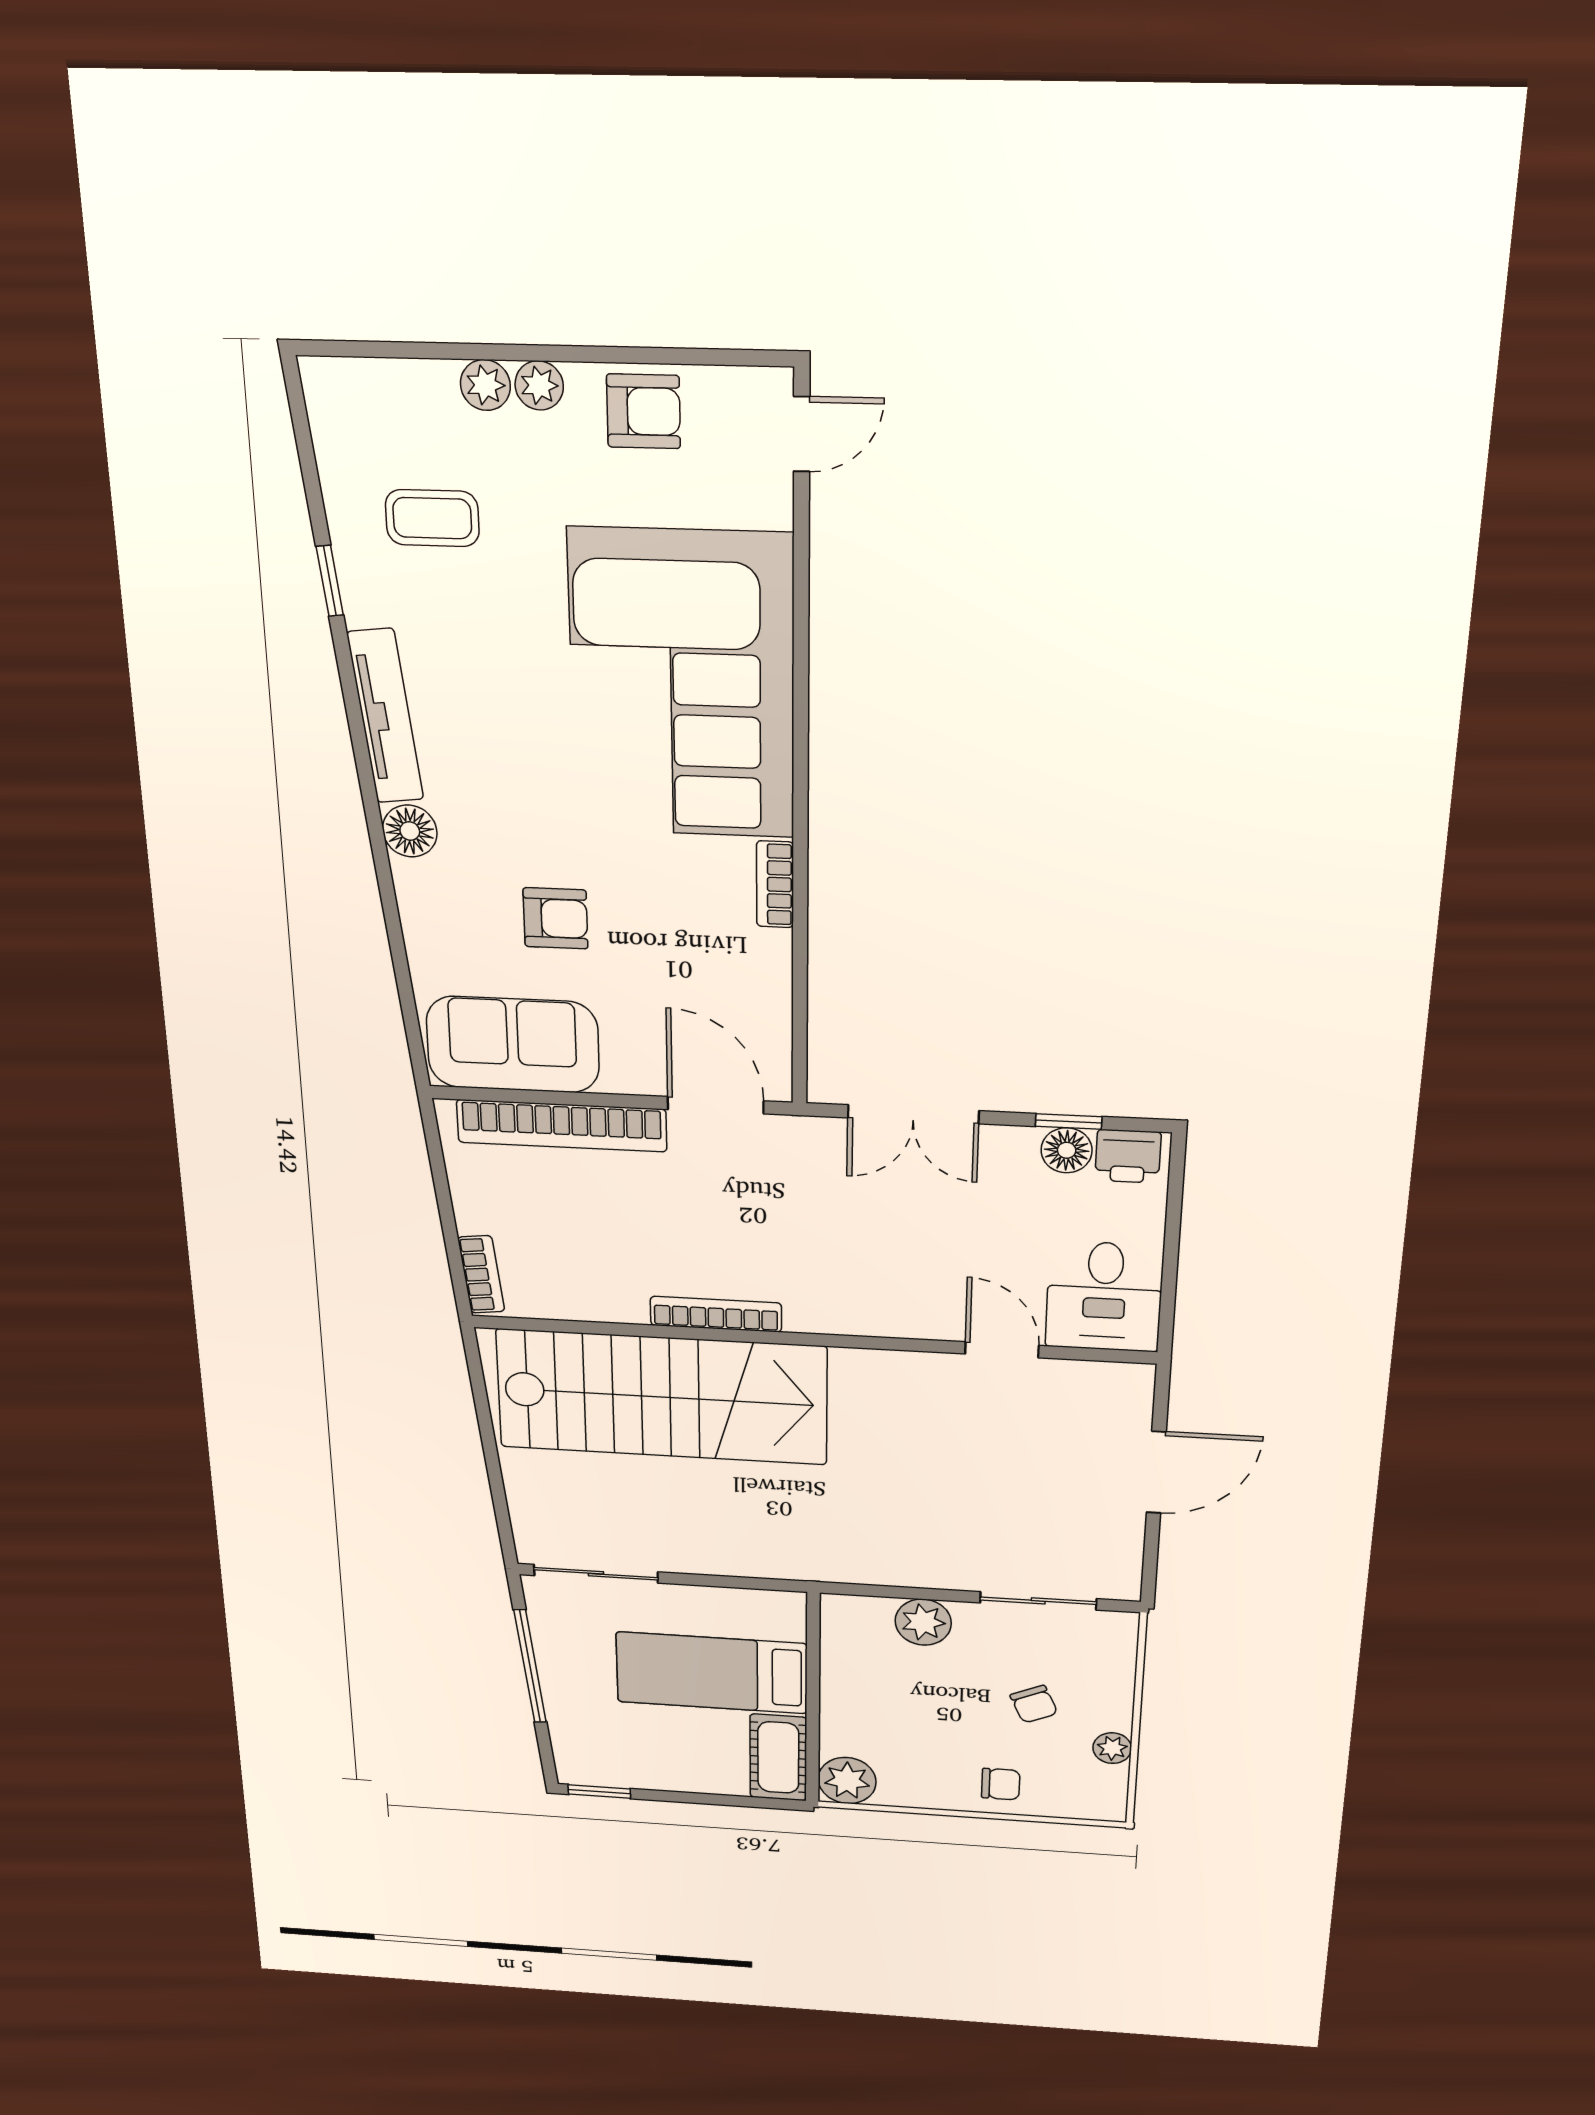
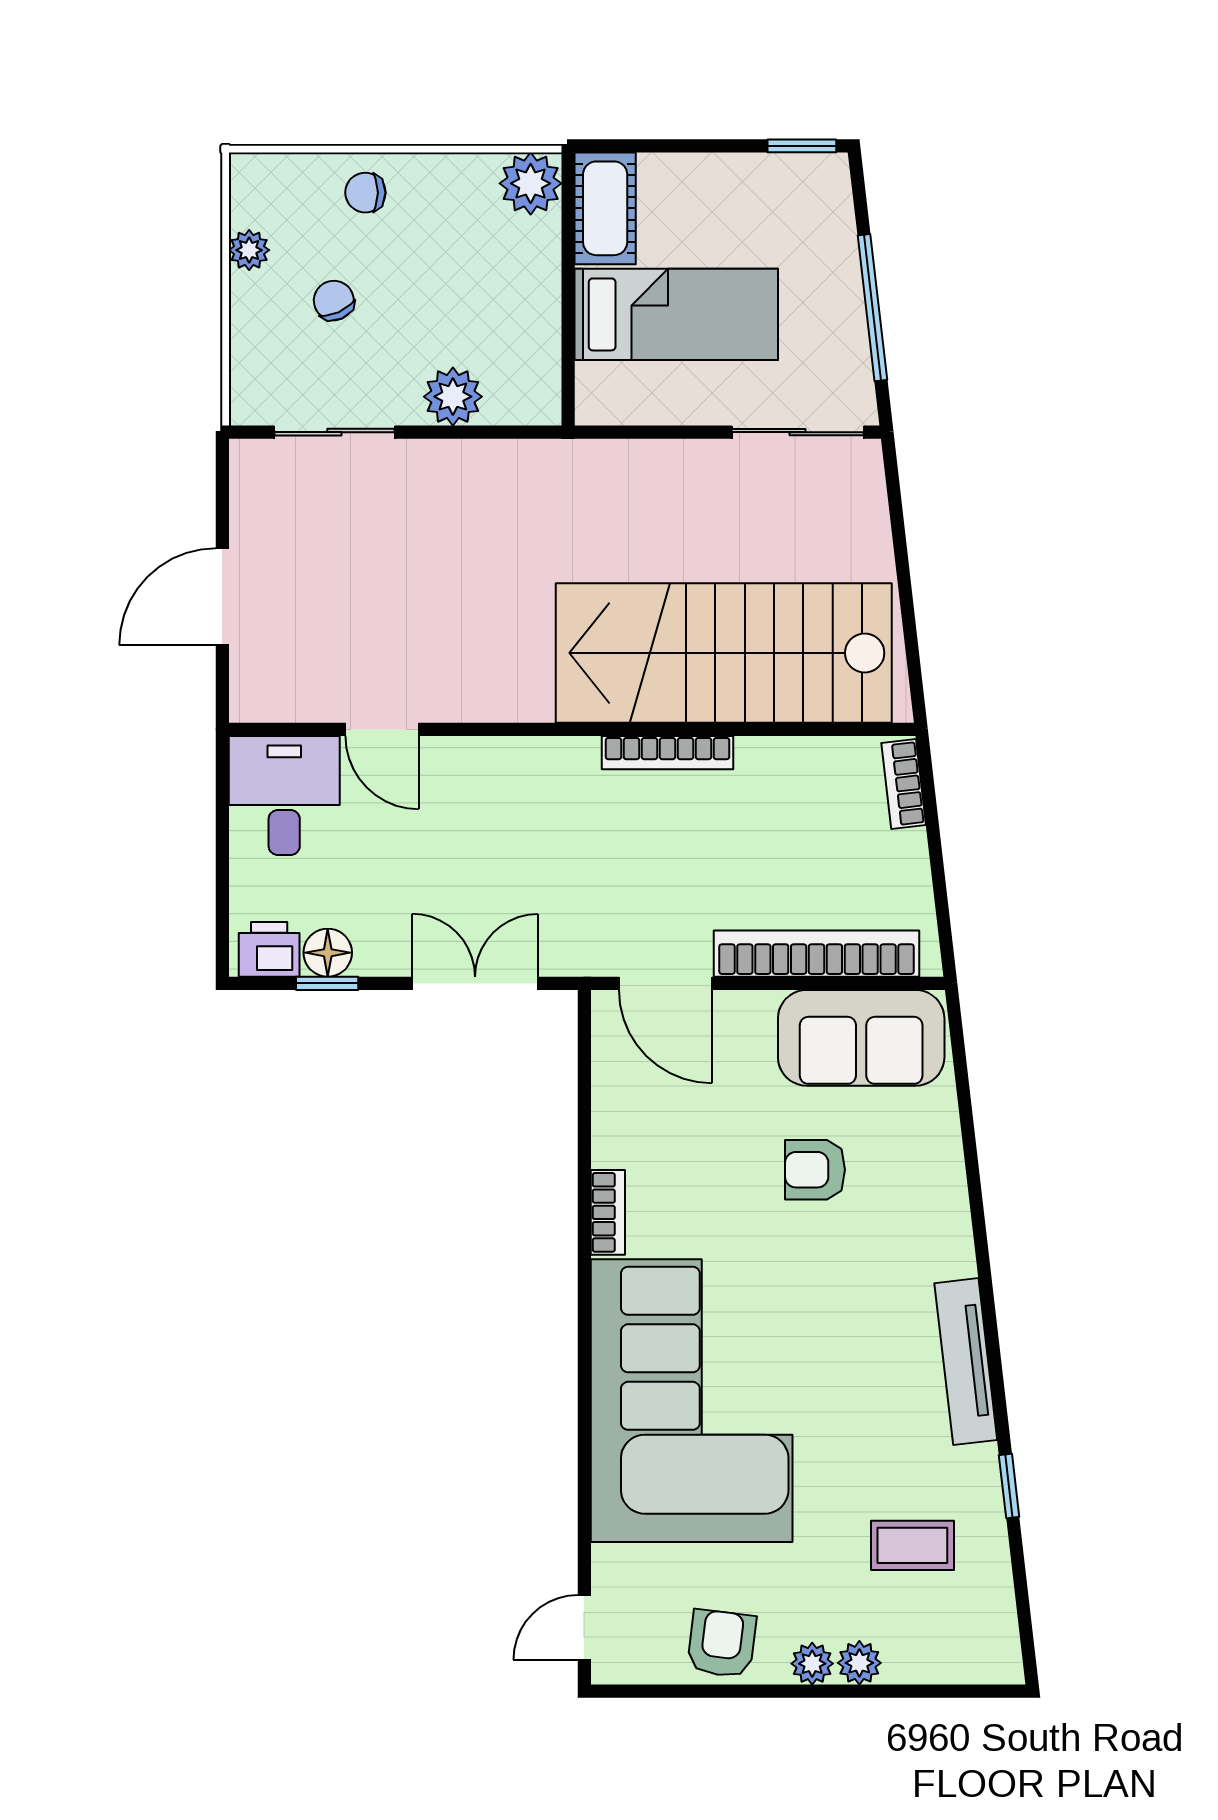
armchair: (643, 411) -> (722, 1644), turned 97
floor lamp: (410, 831) -> (949, 1251), removed

